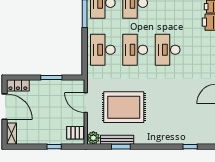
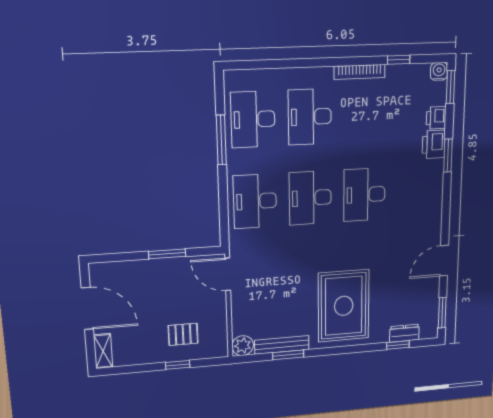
locker: (18, 85) -> (109, 271), removed
door: (86, 103) -> (228, 274), moved
rug: (124, 107) -> (344, 306), moved, turned 90
pallet: (75, 133) -> (183, 334), moved
dresser: (194, 139) -> (404, 333), added

